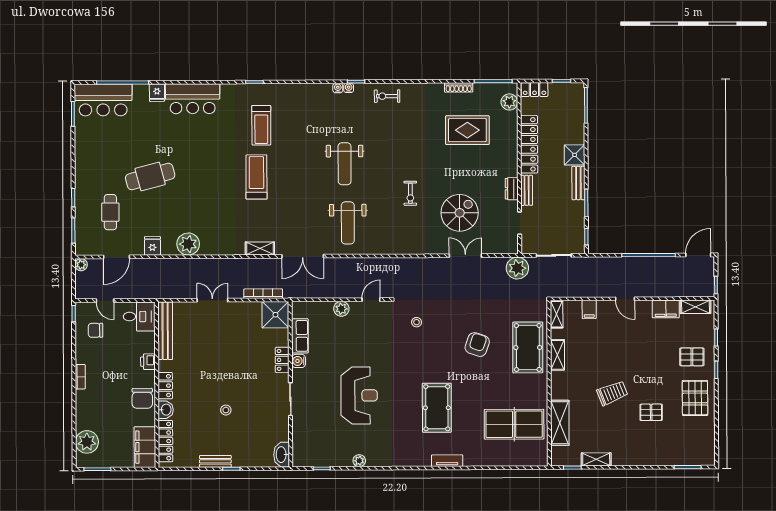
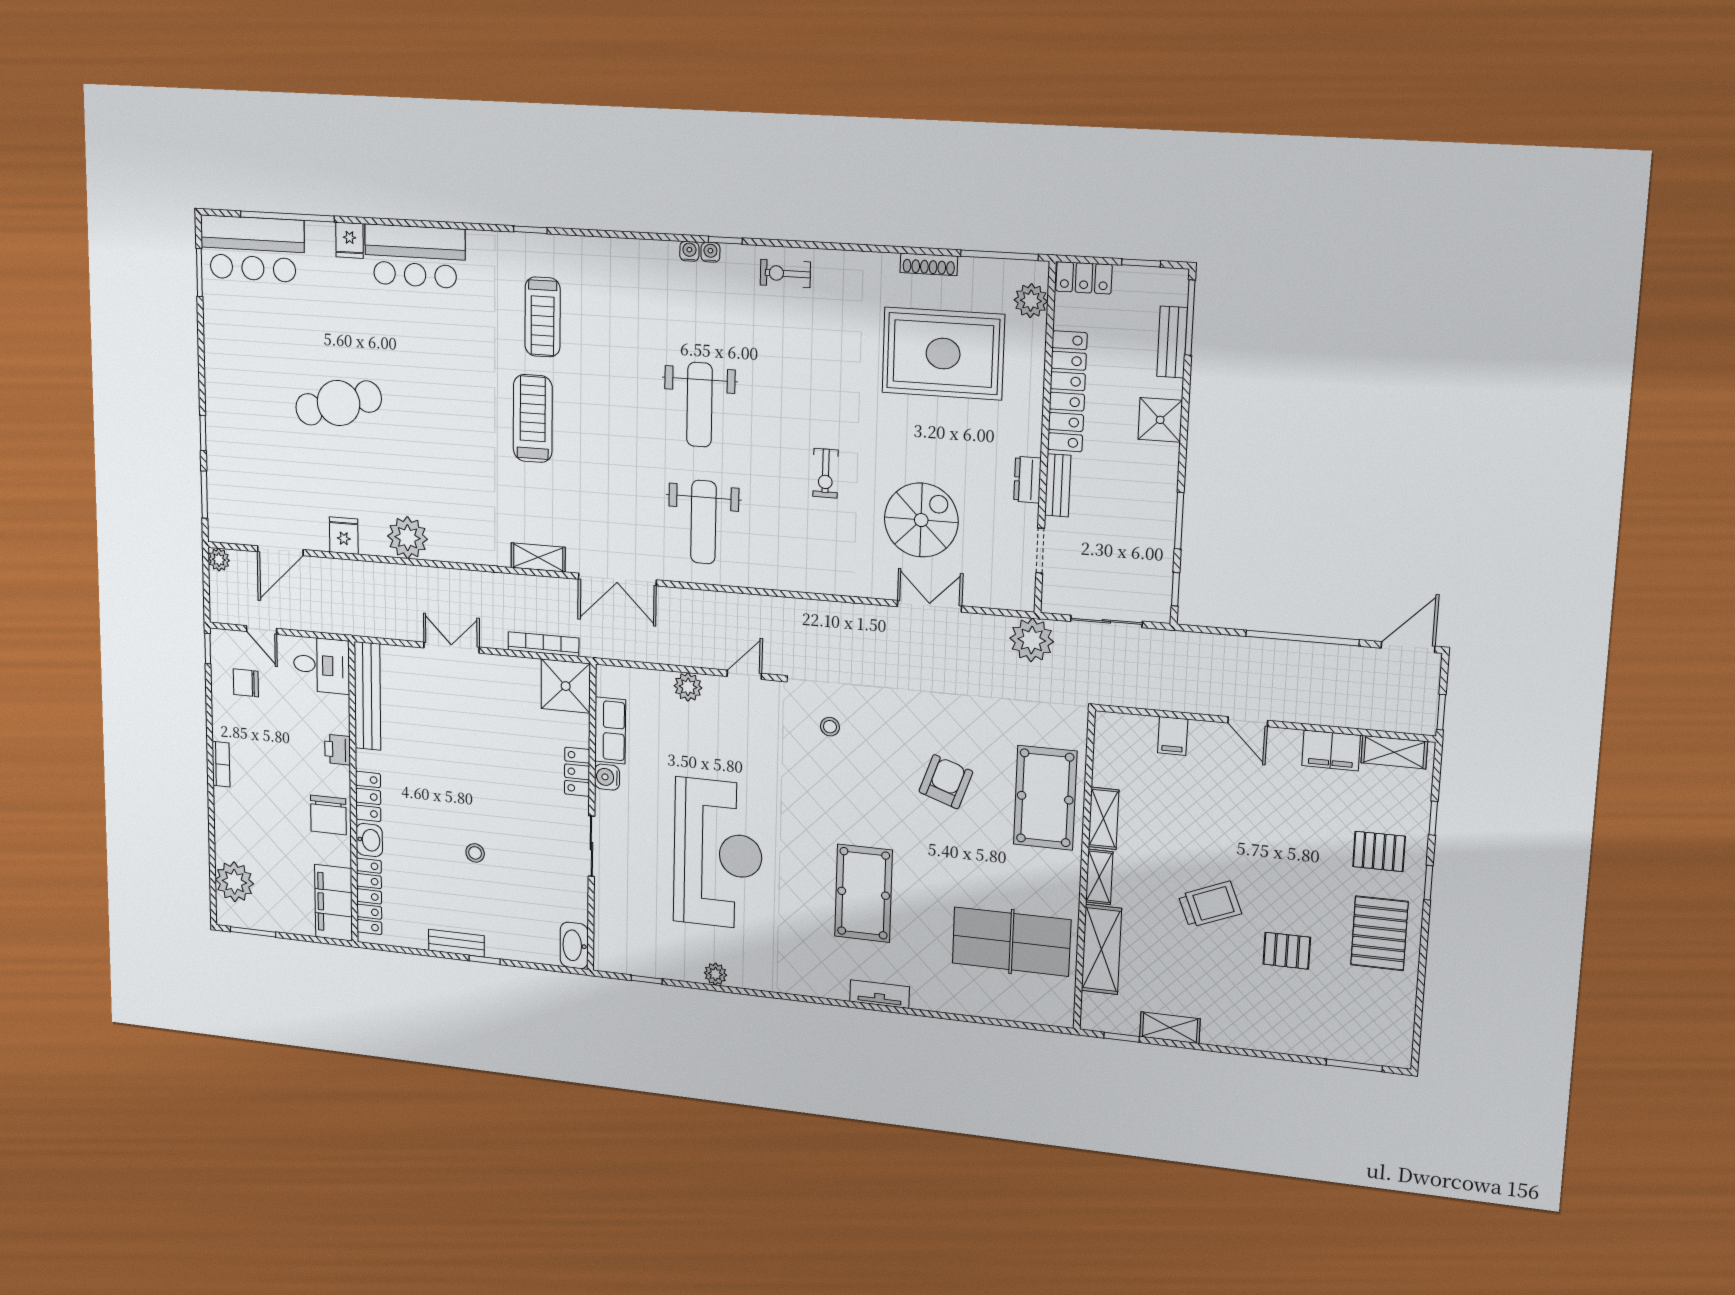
rug: (467, 130) -> (943, 354), width x1.37, depth x1.44
bench: (578, 183) -> (1172, 342), moved
cafe table: (110, 212) -> (269, 465), removed
shelving: (557, 314) -> (1099, 877), moved
reception desk: (359, 395) -> (718, 854), width x1.36, depth x1.30

